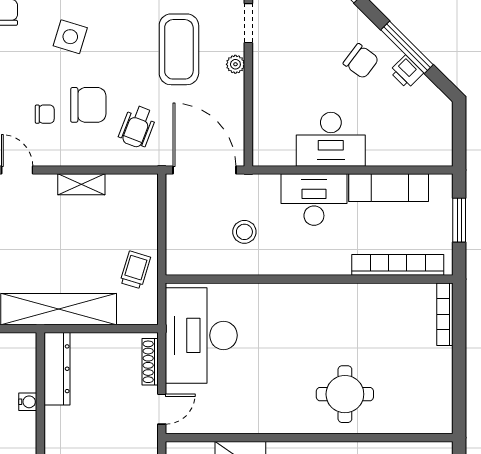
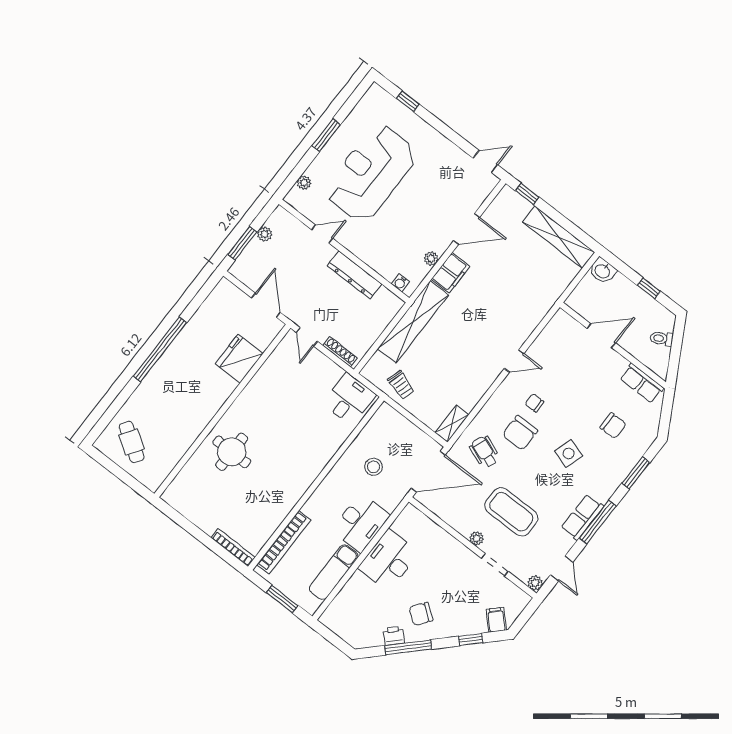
chair: (45, 114) -> (534, 403), turned 90
shelving: (81, 184) -> (452, 424), moved
desk: (201, 335) -> (349, 399), width x0.53, depth x0.77
dresser: (57, 369) -> (354, 275), moved
water cooler: (28, 402) -> (400, 283), moved

